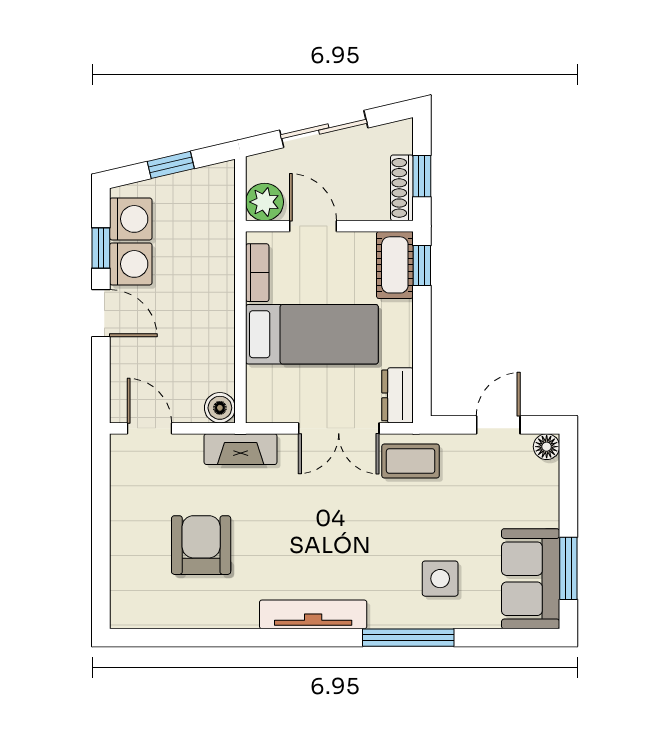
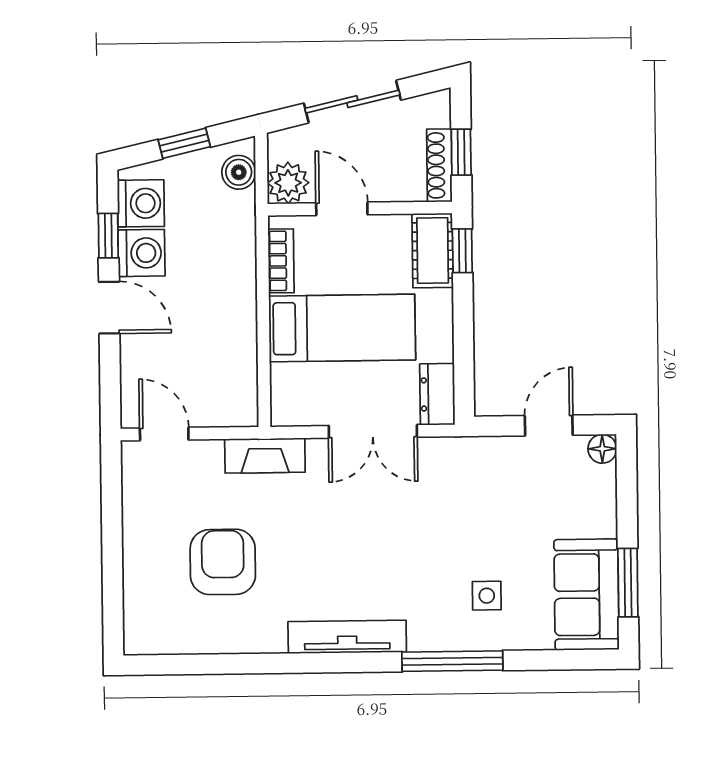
boiler: (220, 408) -> (239, 172), moved
coffee table: (411, 461) -> (453, 466), removed
side table: (440, 579) -> (487, 596), width x0.73, depth x0.73

